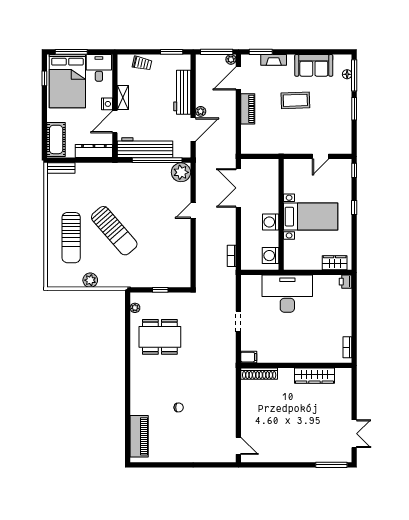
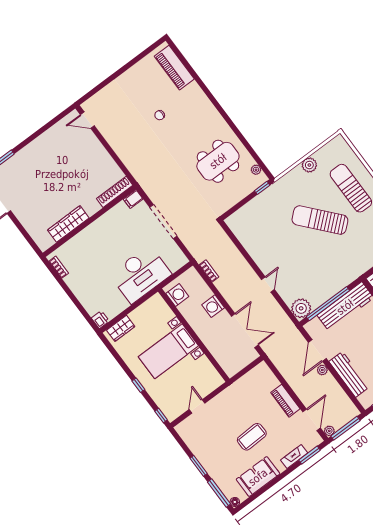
floor lamp: (347, 74) -> (235, 502), moved
washing machine: (271, 222) -> (213, 306), moved, turned 180
window: (160, 290) -> (262, 188), moved
doorway: (238, 322) -> (163, 222), width x1.87

